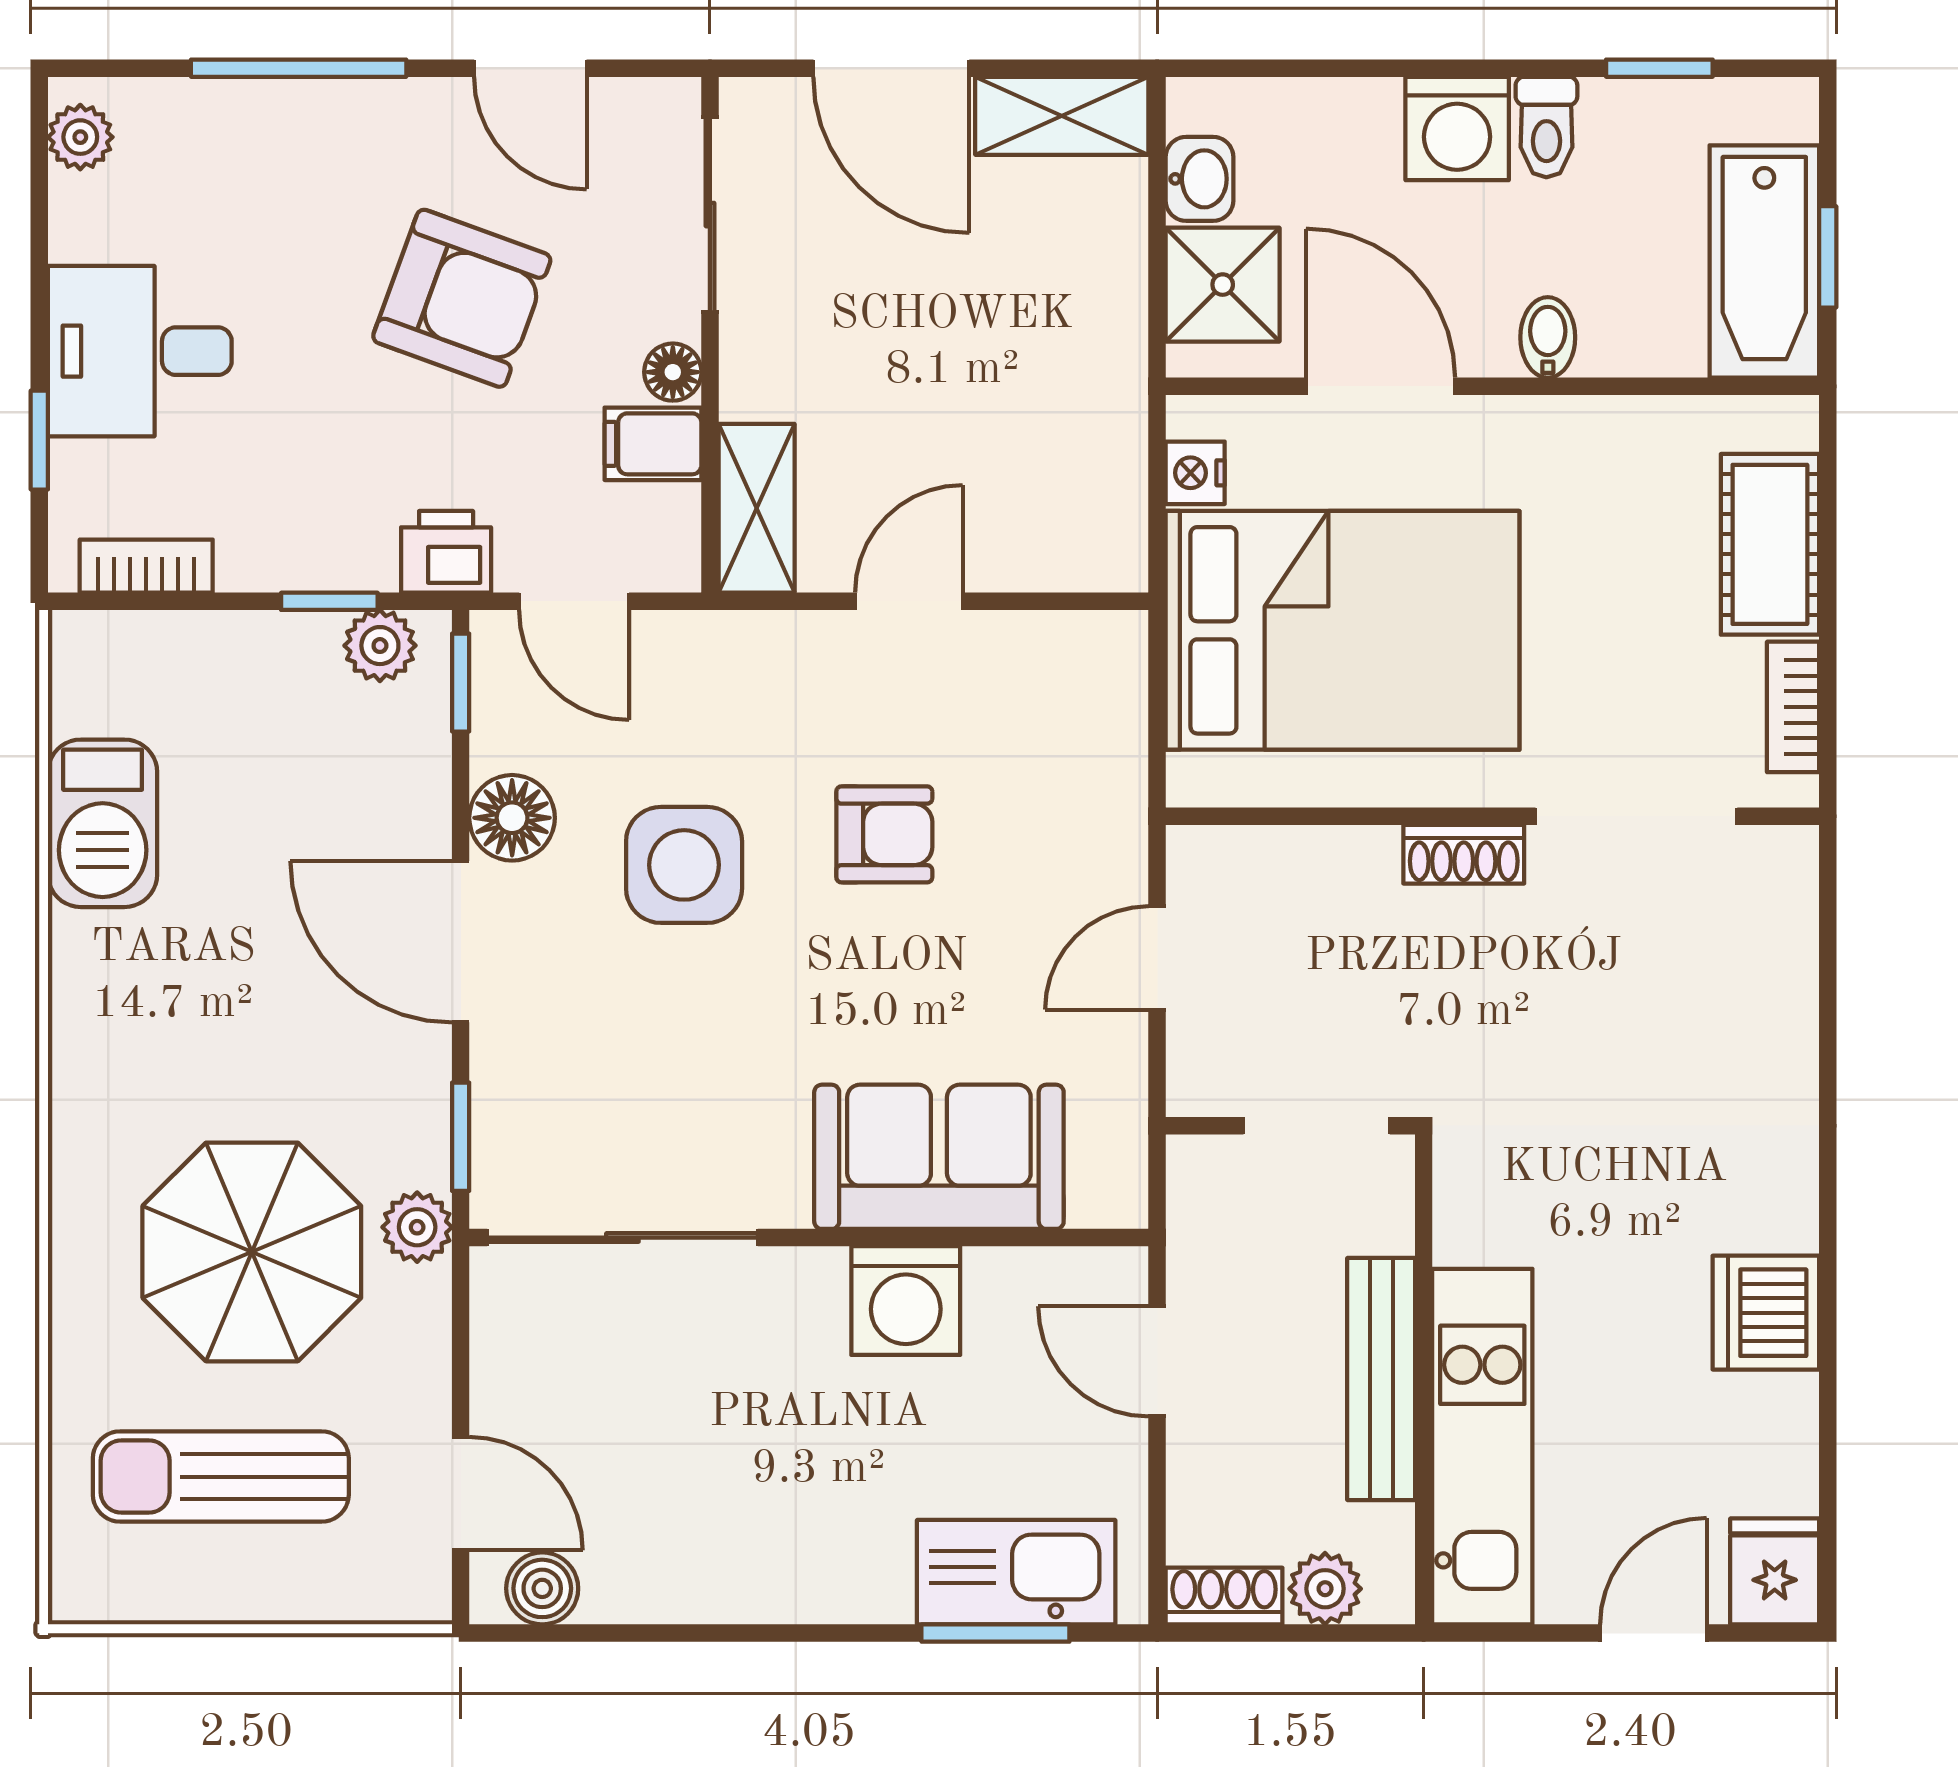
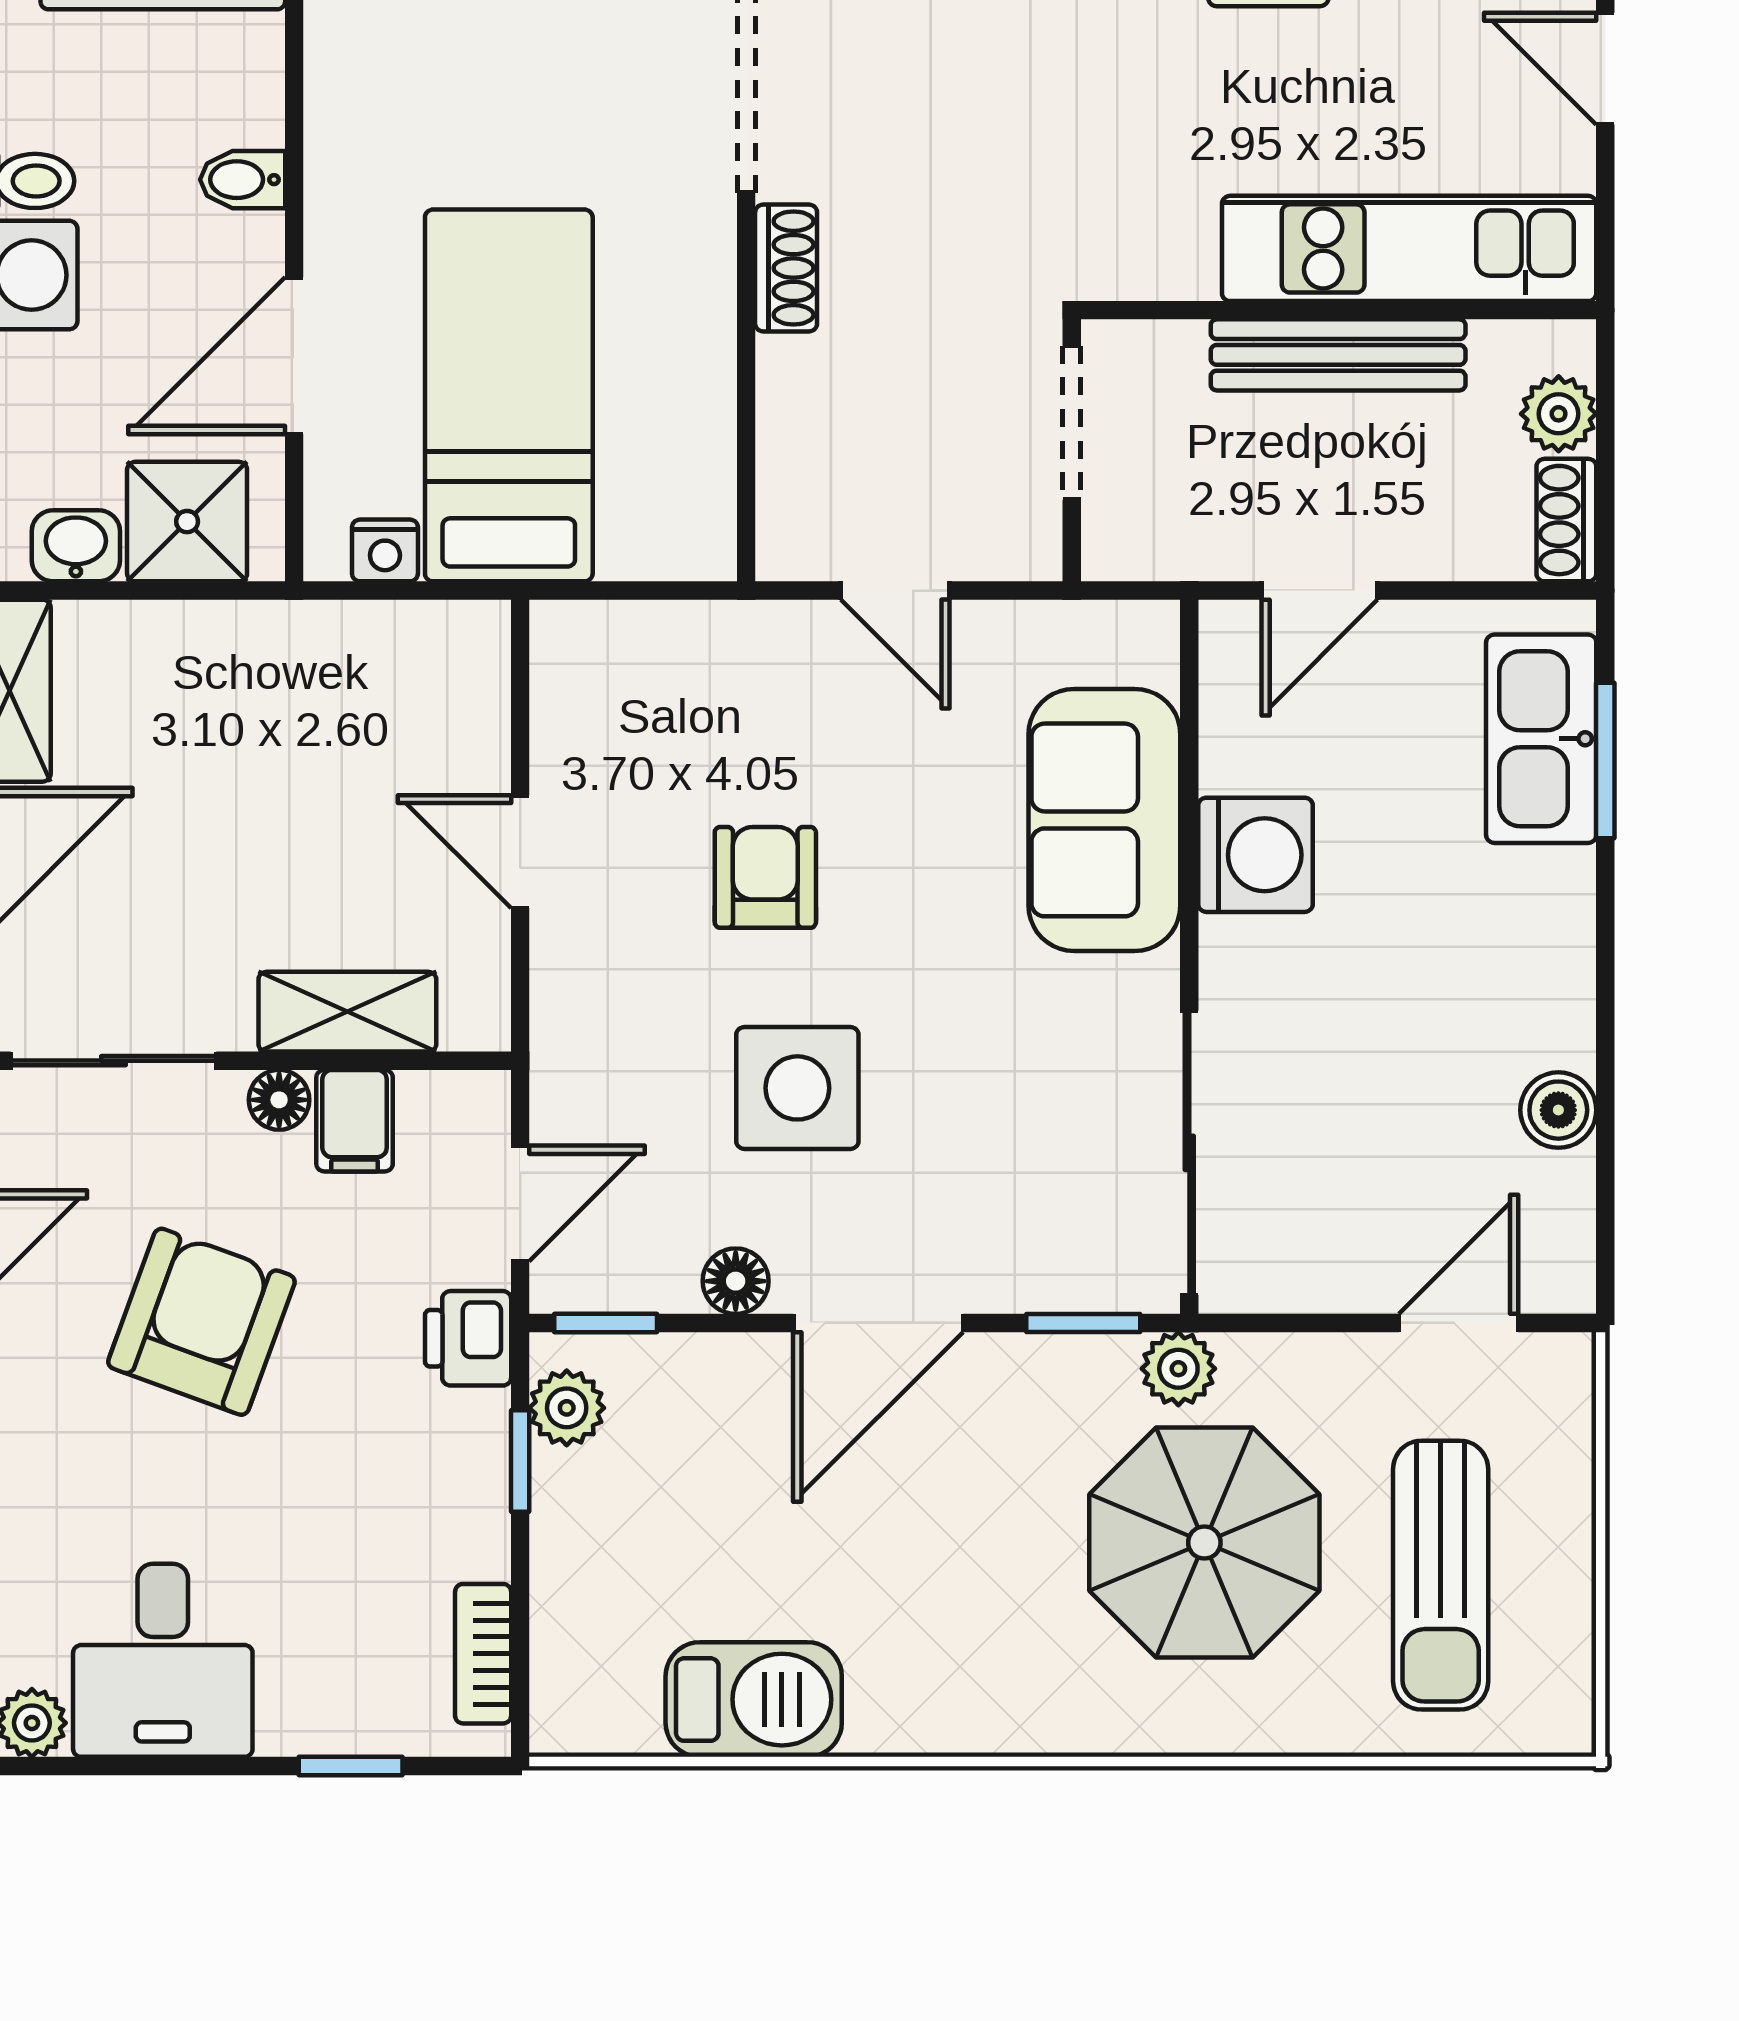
desk: (140, 351) -> (163, 1660), moved
shelving: (757, 508) -> (347, 1012), moved
bed: (1343, 630) -> (509, 395), width x0.67
floor lamp: (512, 818) -> (736, 1281), width x0.73, depth x0.73
boiler: (542, 1588) -> (1558, 1110), moved

